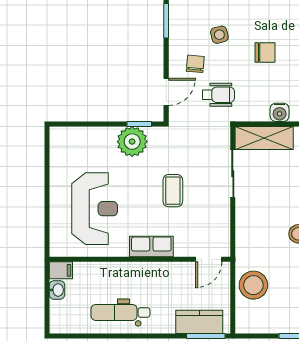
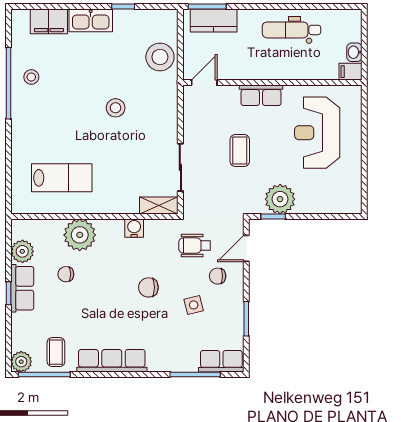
chair: (195, 64) -> (218, 276), turned 85
shelving: (264, 138) -> (159, 206), width x0.67, depth x0.75
dental chair: (121, 312) -> (292, 30), turned 180

